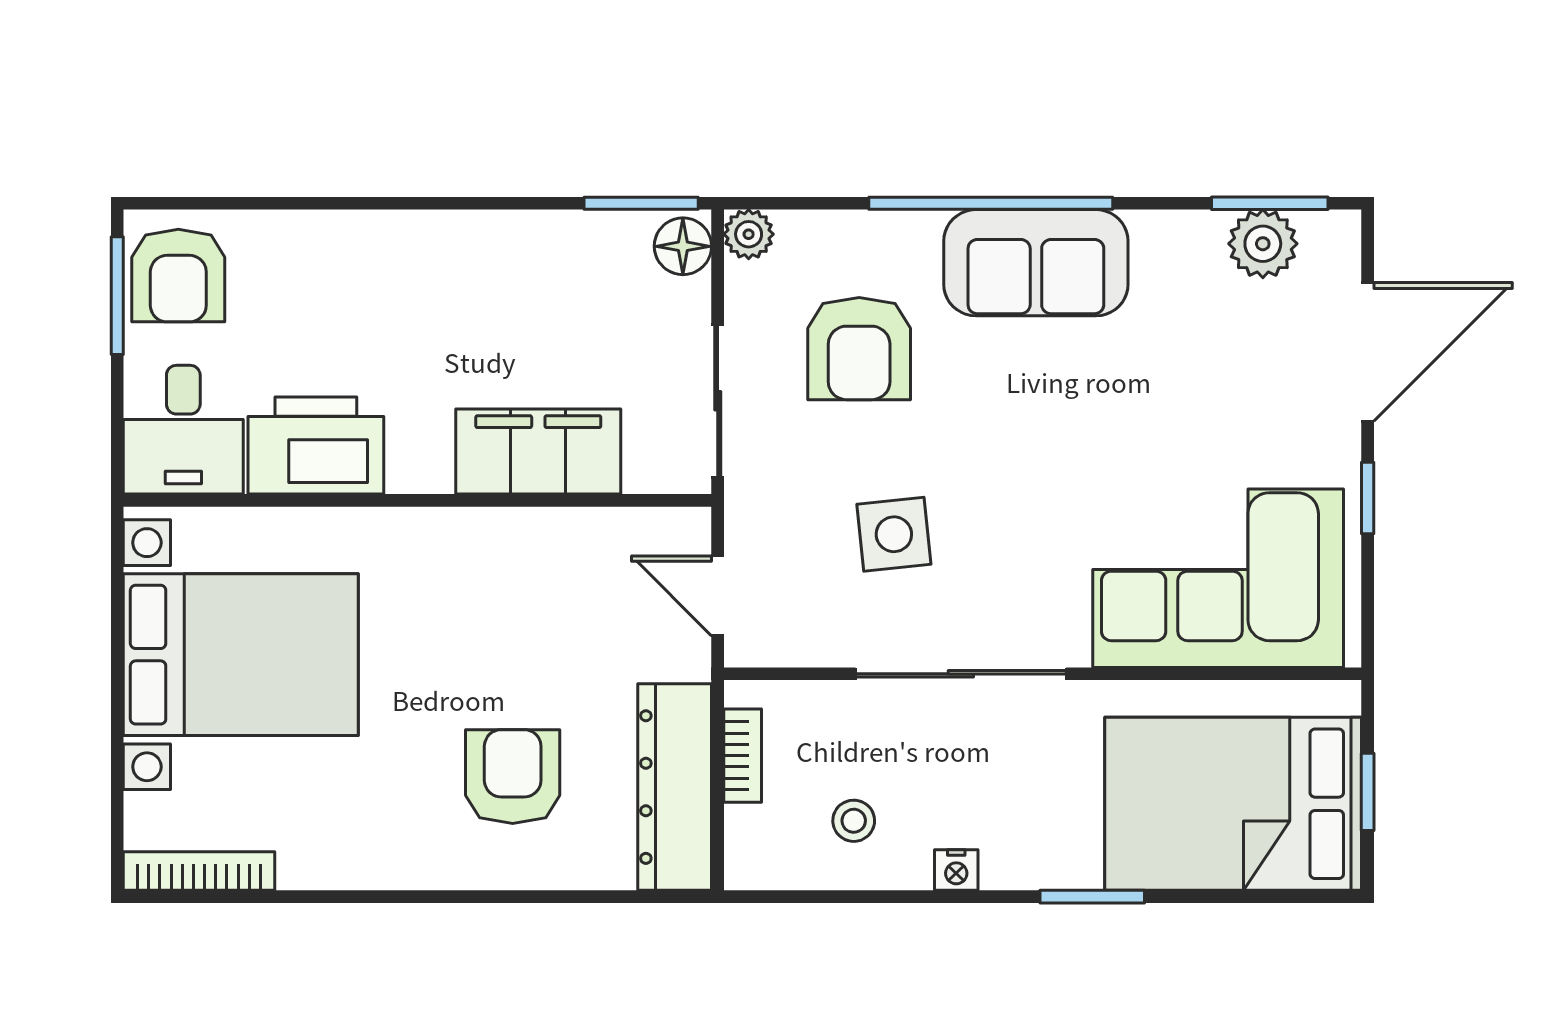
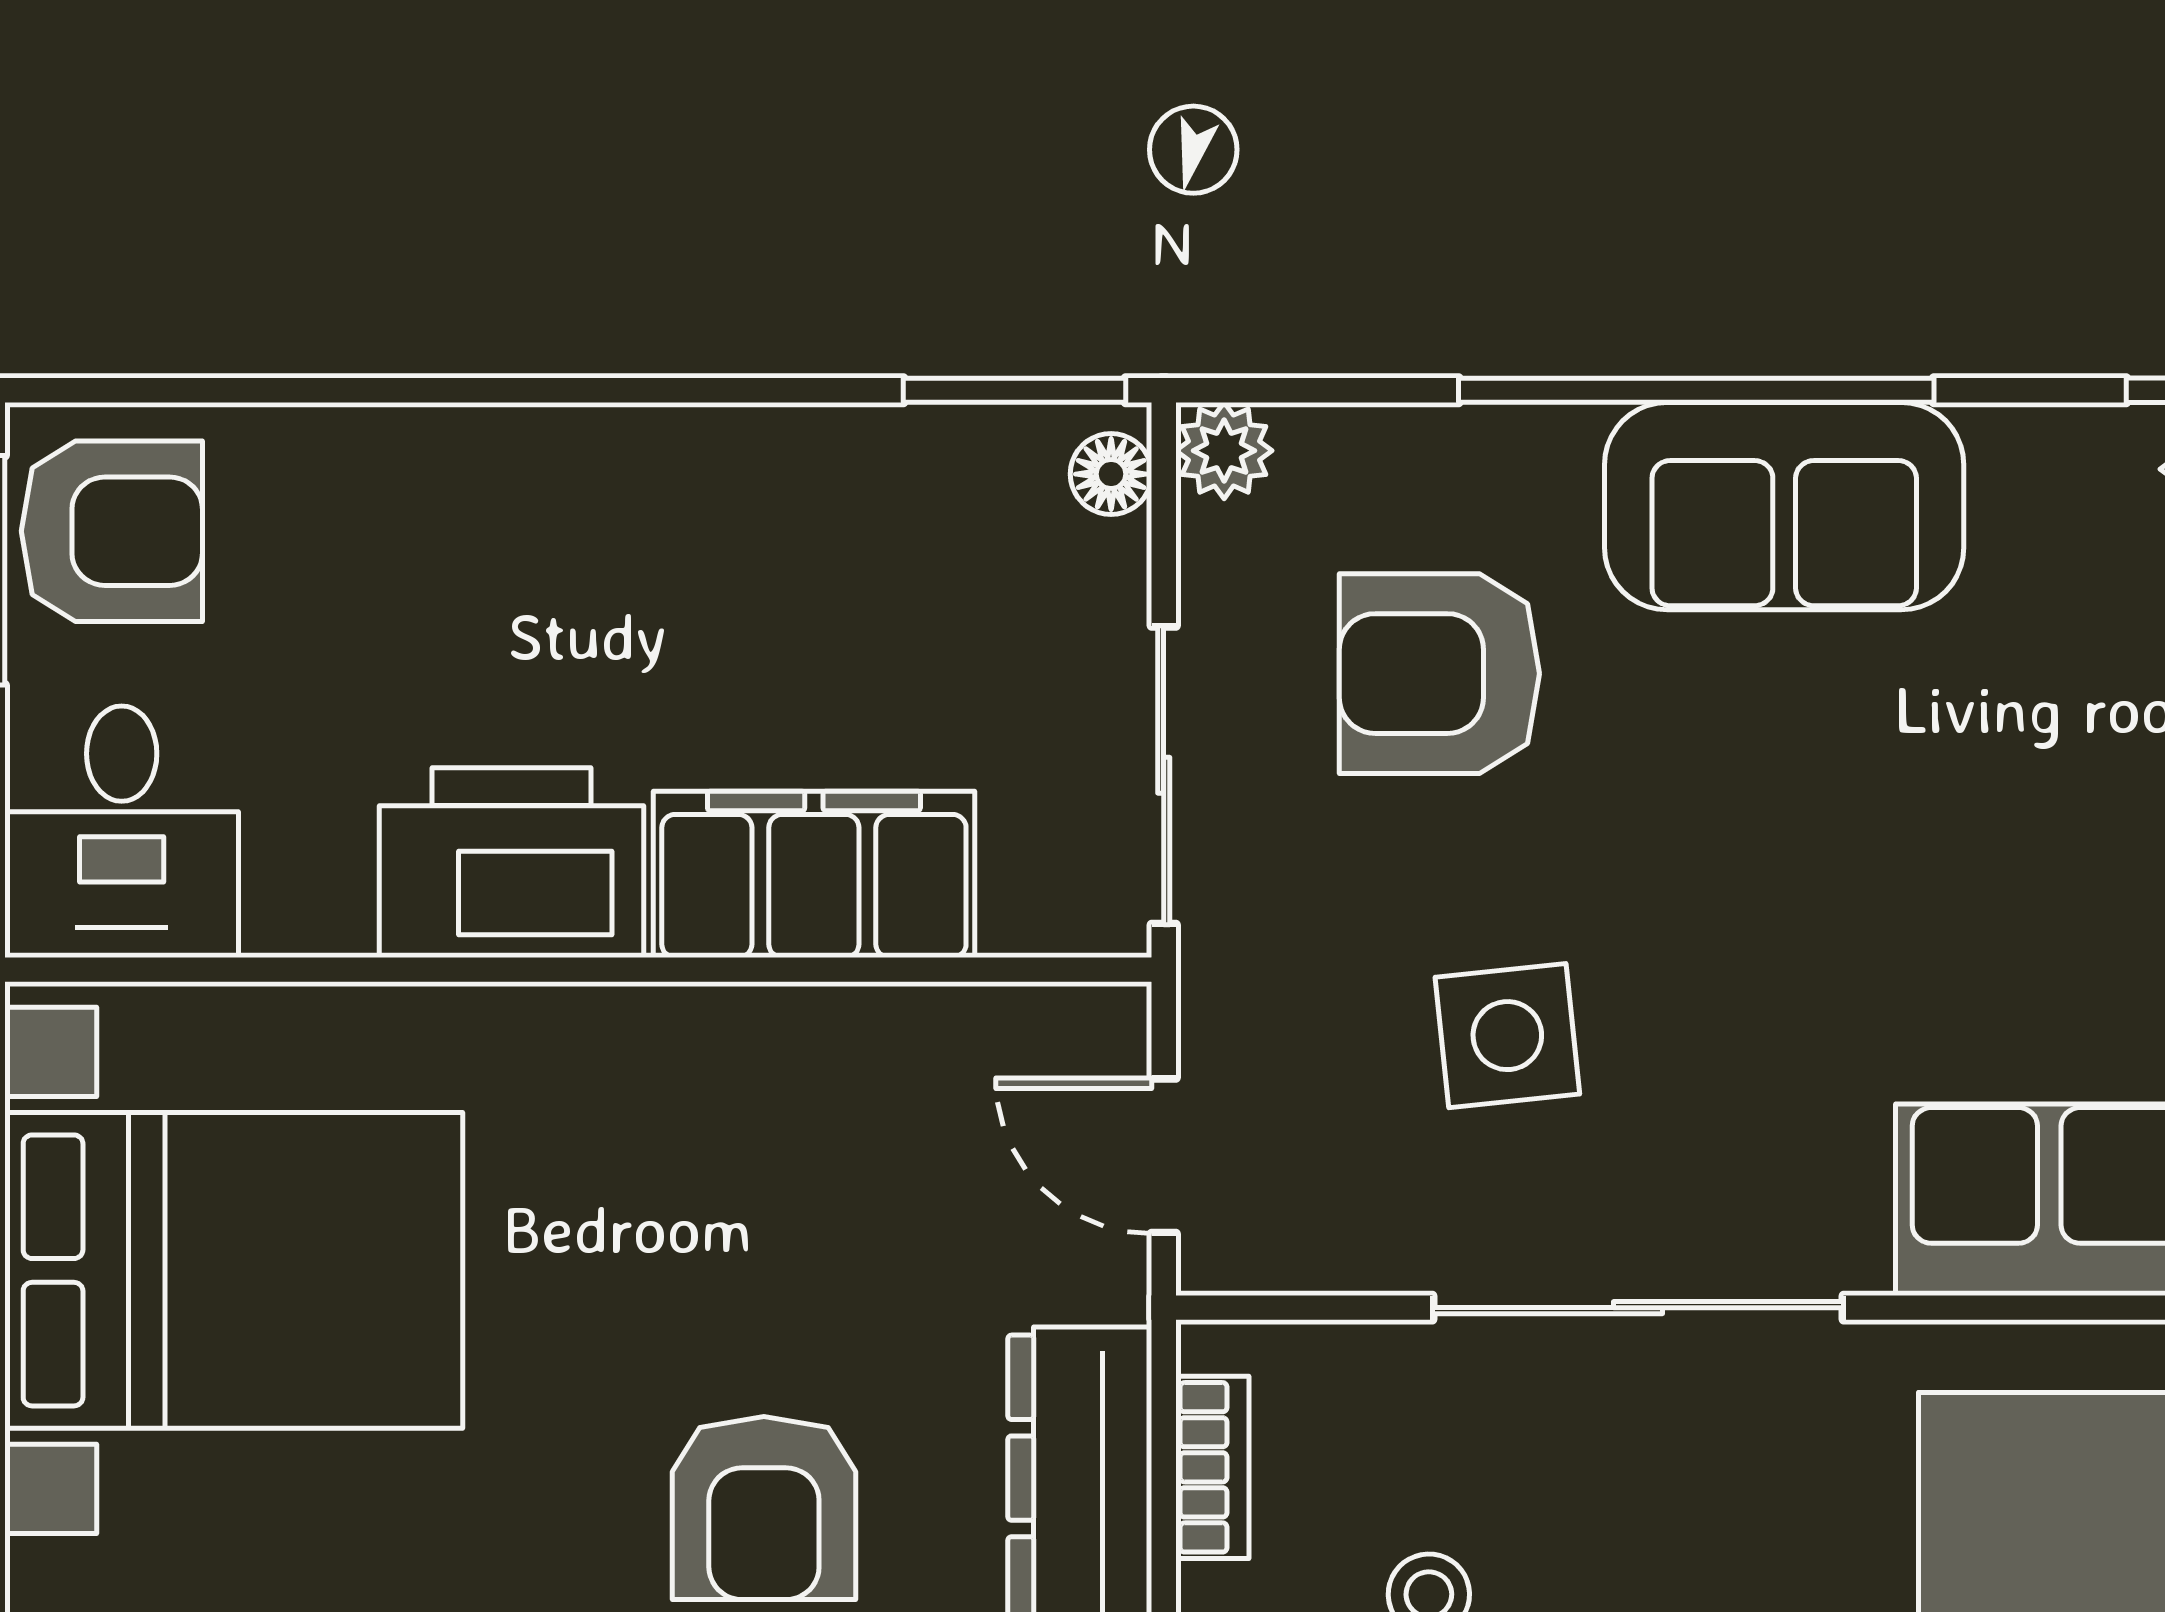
floor lamp: (683, 246) -> (1111, 474), width x0.73, depth x0.73
armchair: (178, 276) -> (112, 531), turned -90
armchair: (859, 349) -> (1439, 674), turned 90
printer: (316, 446) -> (511, 863), moved
armchair: (513, 777) -> (764, 1508), turned 180

